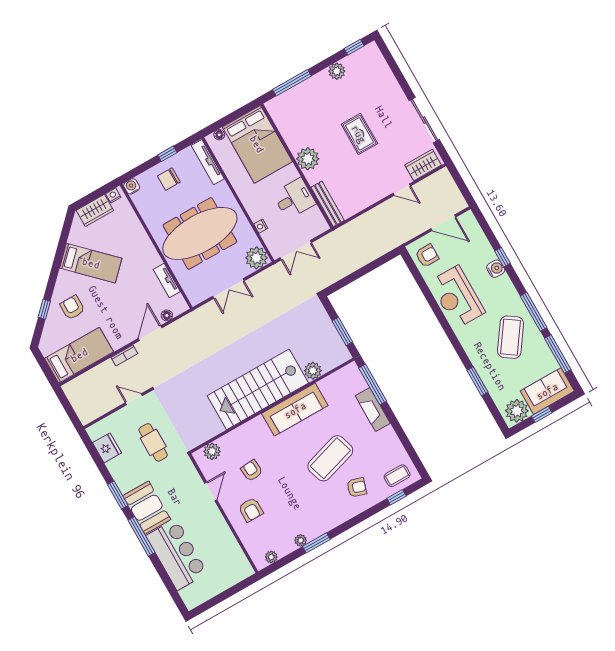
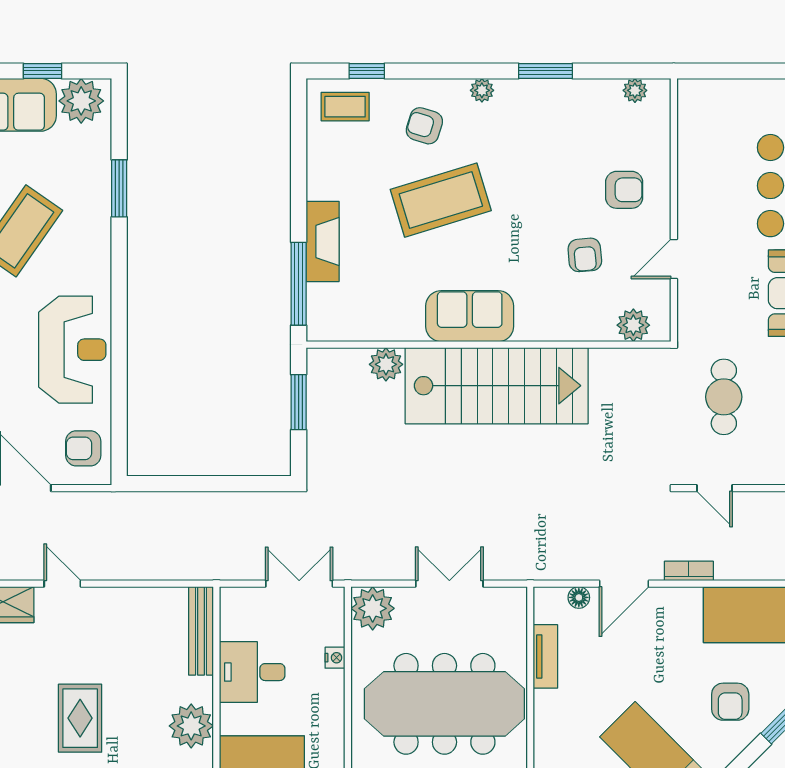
sofa: (295, 410) -> (470, 316), width x0.73
armchair: (251, 510) -> (624, 190), turned 90
plant: (301, 540) -> (482, 90), moved

